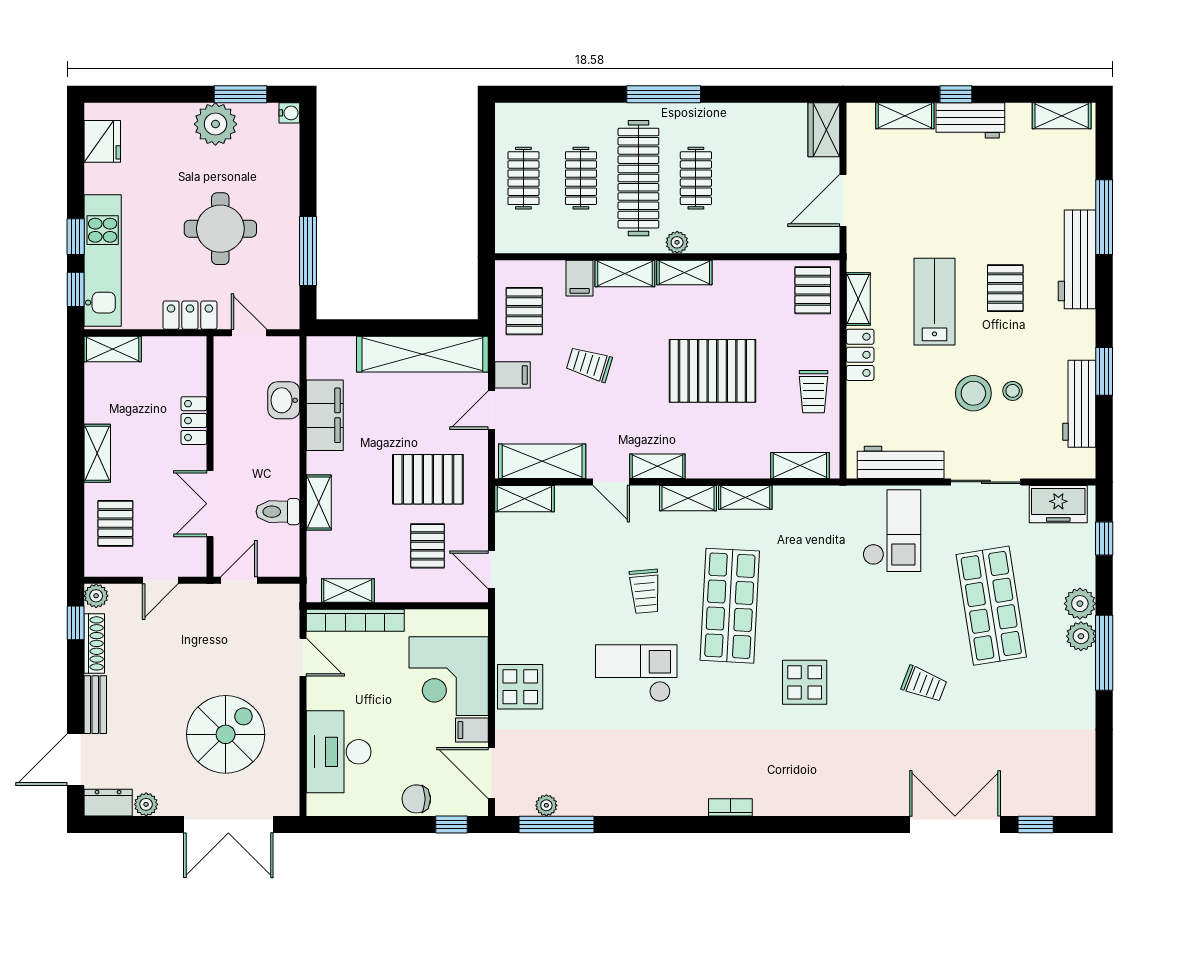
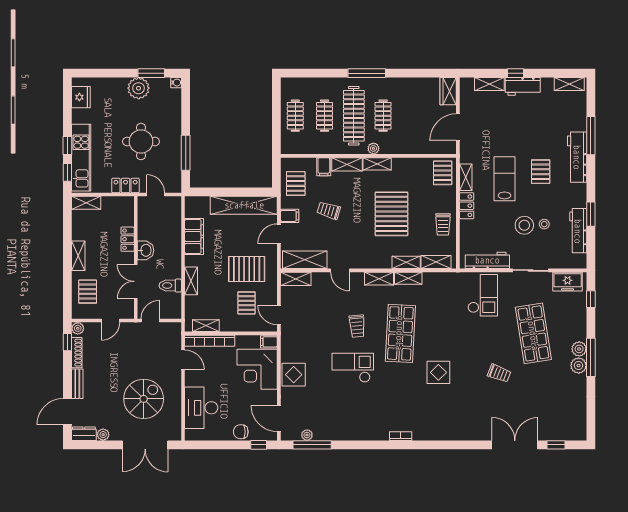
pallet: (712, 371) -> (391, 214), turned 90
washbasin: (284, 400) -> (146, 250), moved, turned 180
shelving: (657, 466) -> (406, 262), moved
plant: (1080, 604) -> (579, 366), moved
filing cabinet: (472, 730) -> (269, 342), moved

